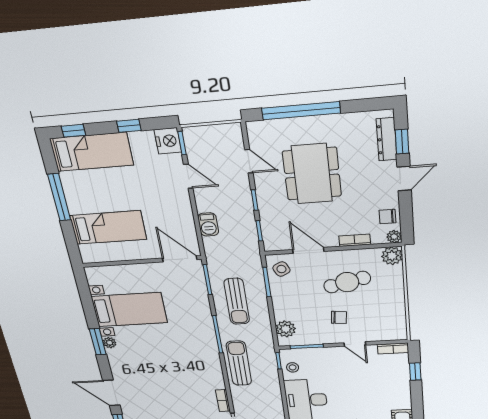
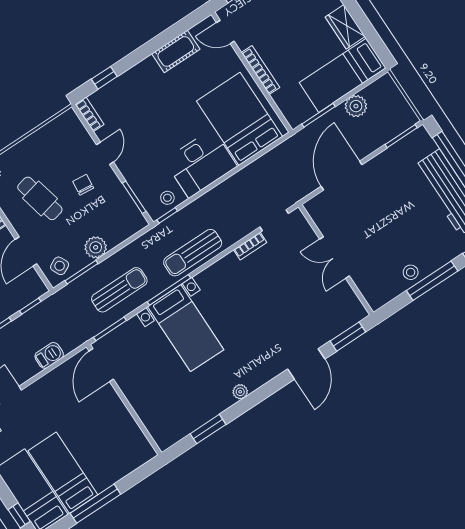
bed: (108, 227) -> (63, 473), moved
bed with nightstands: (129, 310) -> (186, 328), moved, turned 180
plant: (286, 329) -> (96, 247), moved
window: (98, 342) -> (208, 429), moved

